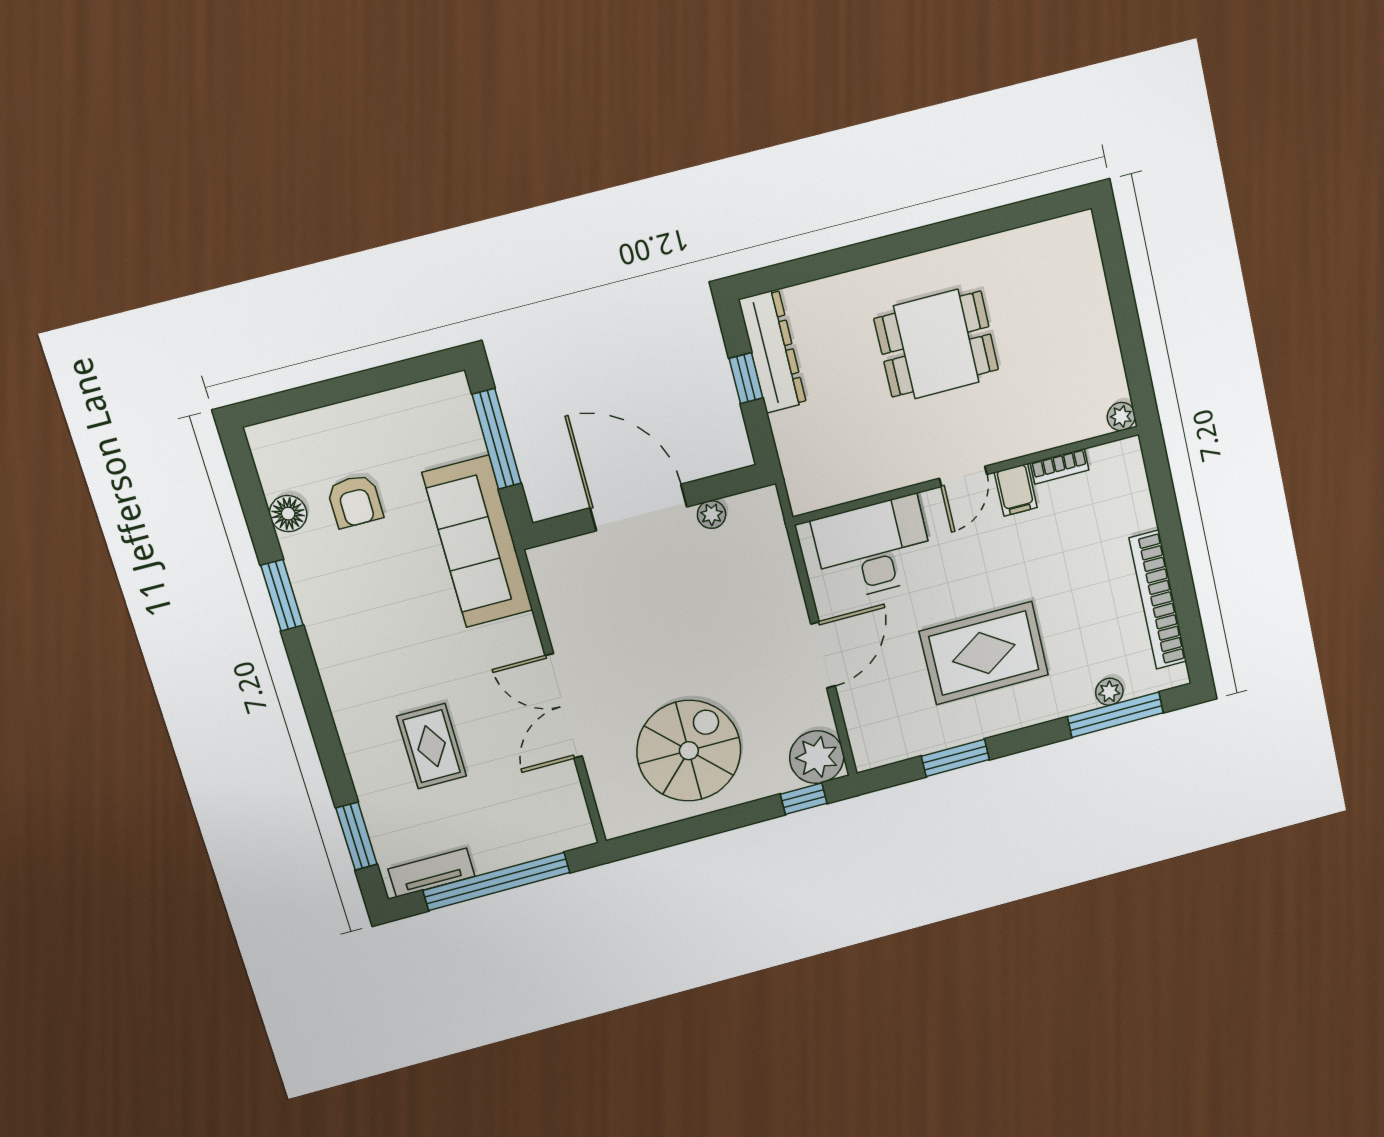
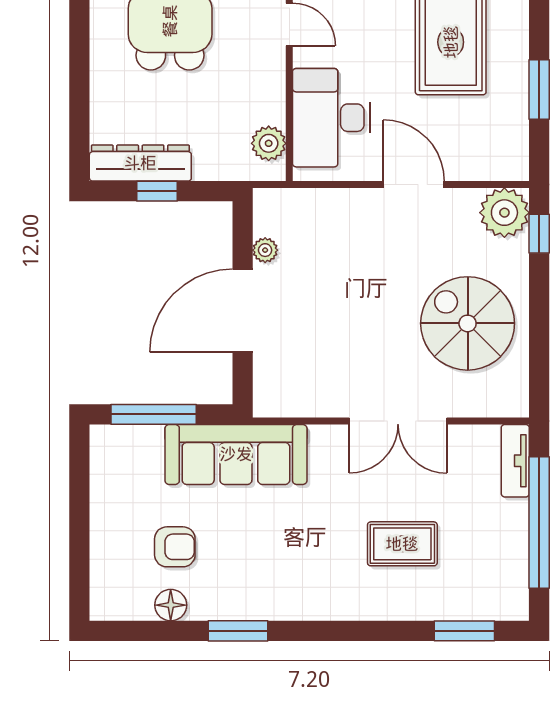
plant: (829, 488) -> (269, 143), added
tv unit: (432, 873) -> (515, 461), moved

